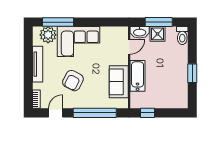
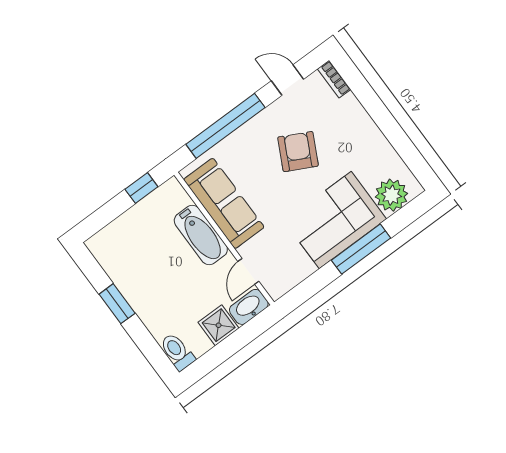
window: (58, 22) -> (361, 249), moved
window: (159, 22) -> (230, 346), removed
tv unit: (38, 64) -> (373, 136), removed
sofa: (119, 82) -> (224, 203), width x1.36
door: (56, 113) -> (288, 80), swing flipped

